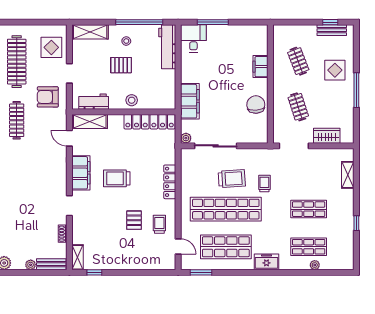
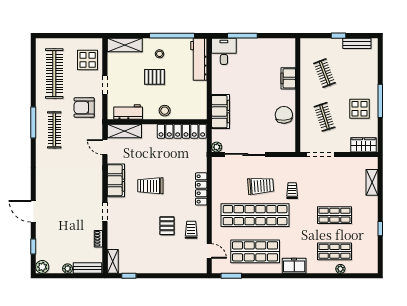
window: (330, 22) -> (338, 36), moved
display table: (335, 70) -> (360, 109), moved
wardrobe: (327, 136) -> (363, 145), moved

